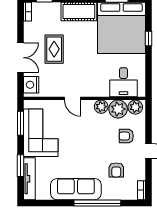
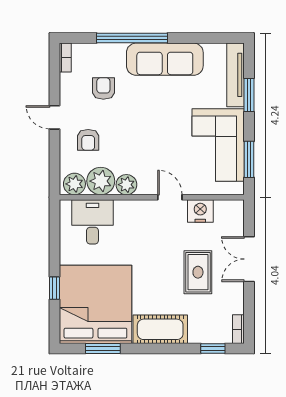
nightstand: (31, 85) -> (200, 211), moved, turned -90
armchair: (126, 136) -> (88, 140), turned 90

